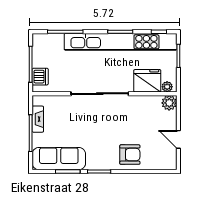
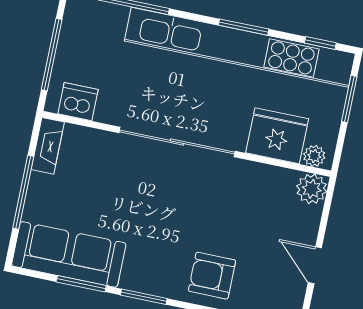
dishwasher: (40, 77) -> (78, 102), moved, turned -90
fireplace: (38, 119) -> (48, 146), moved
armchair: (130, 155) -> (212, 276), turned 180

